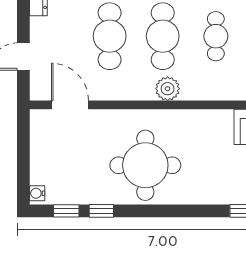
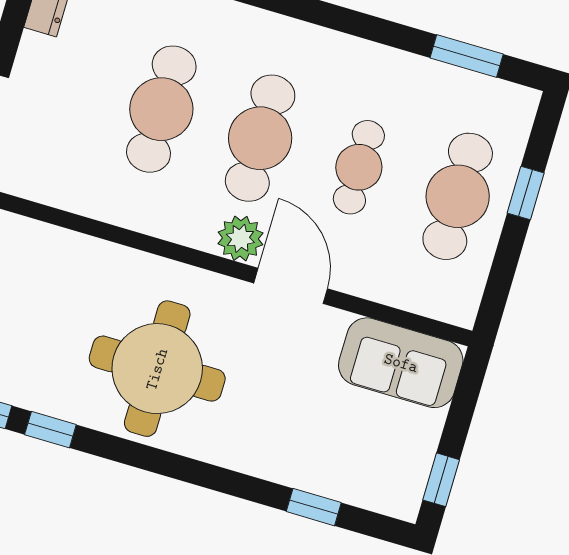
door: (70, 105) -> (291, 286), moved

